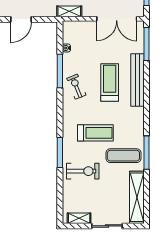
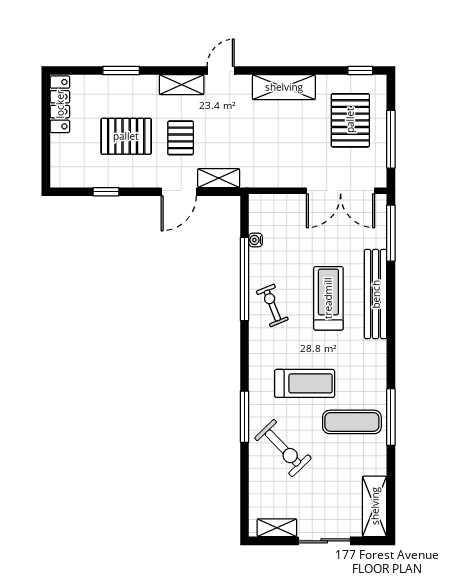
shelving: (69, 11) -> (219, 178), moved
window: (60, 71) -> (245, 279), width x1.46
exercise bike: (83, 171) -> (283, 448), turned 46
shelving: (137, 197) -> (375, 506), width x0.68

